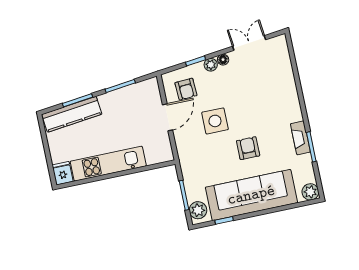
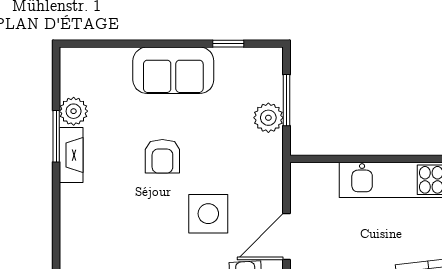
plant: (310, 192) -> (74, 111), moved
sofa: (251, 195) -> (173, 70), width x0.54, depth x0.79
plant: (198, 210) -> (268, 118), moved

